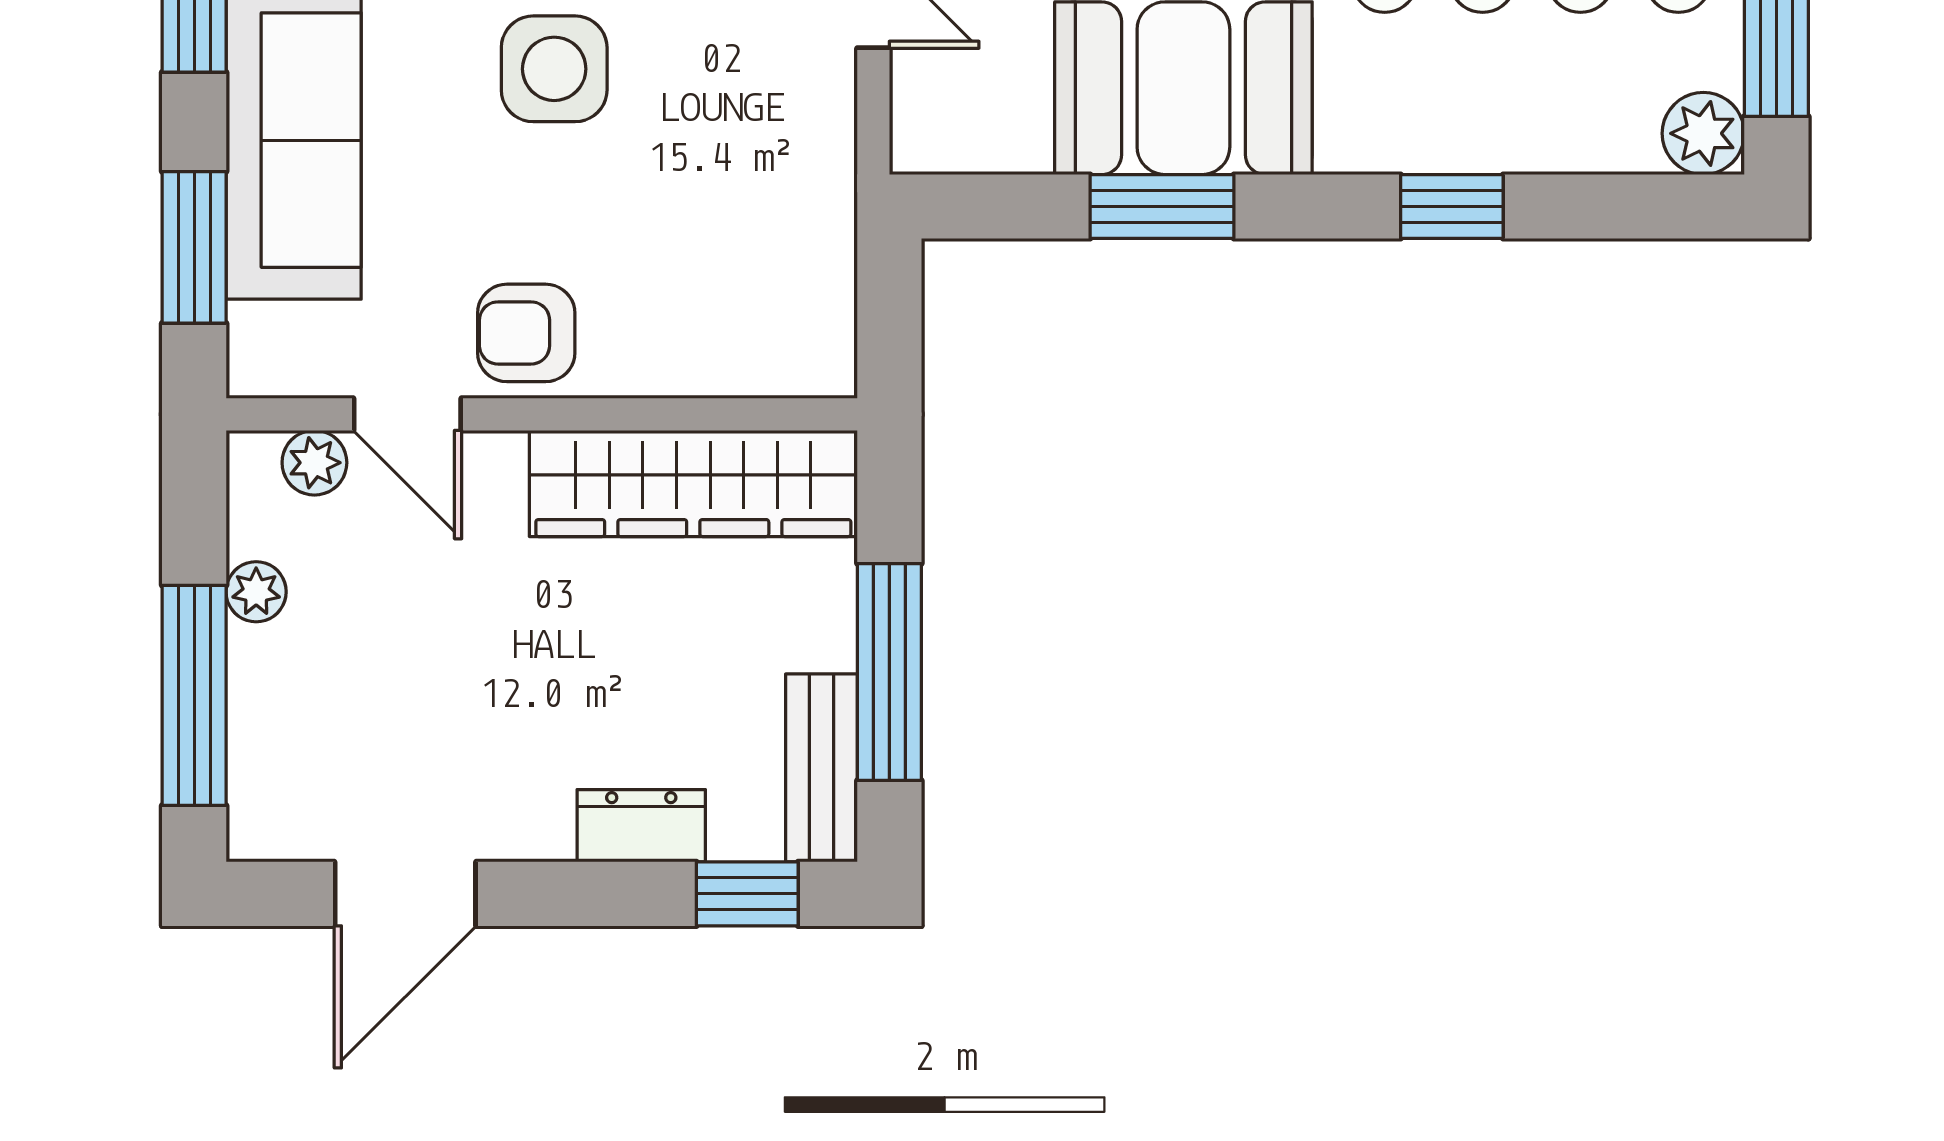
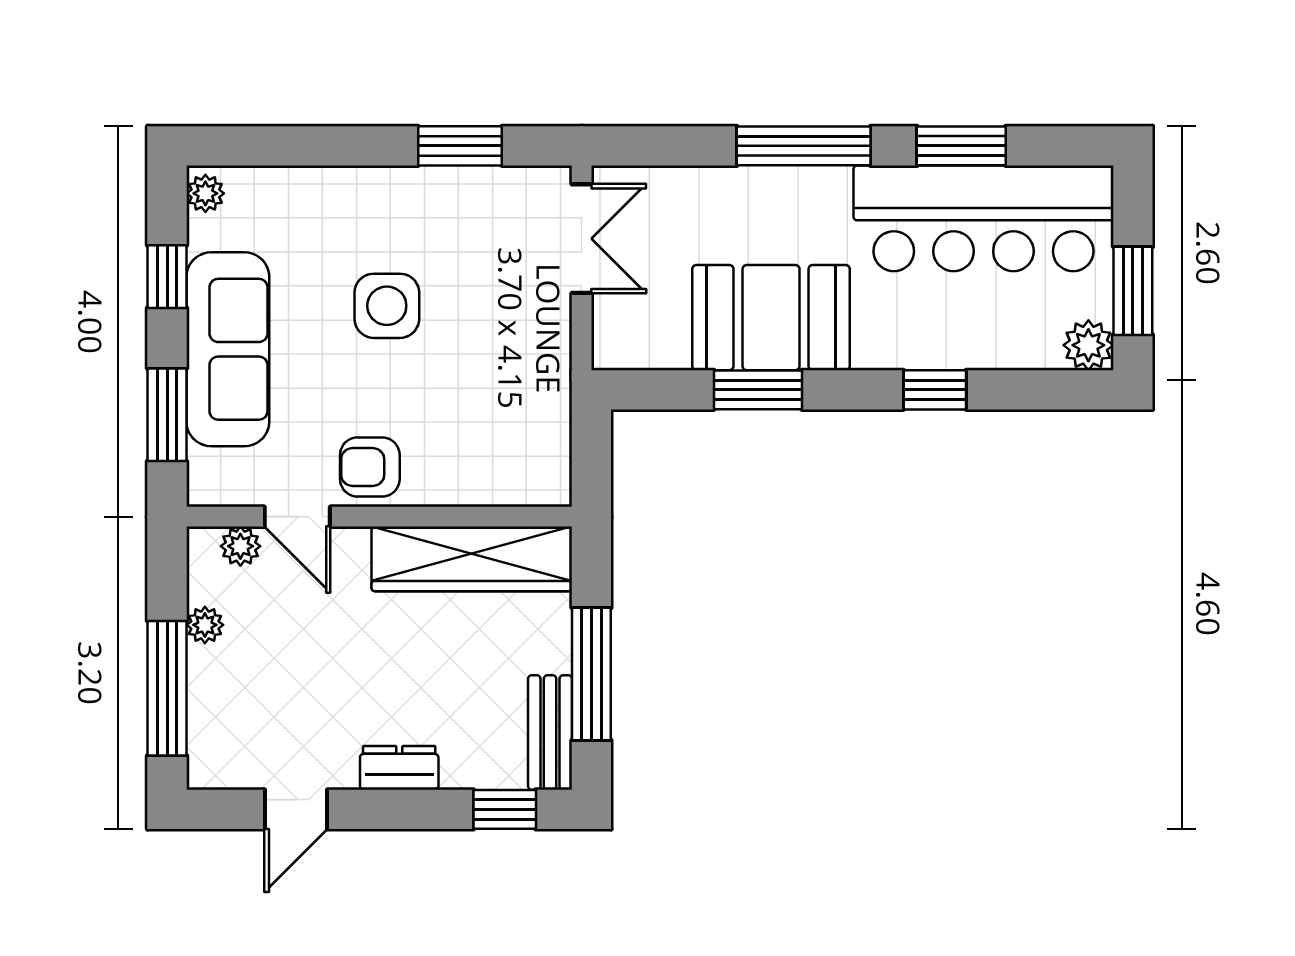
dresser: (641, 826) -> (399, 768), moved
door: (405, 894) -> (296, 809), width x0.73

